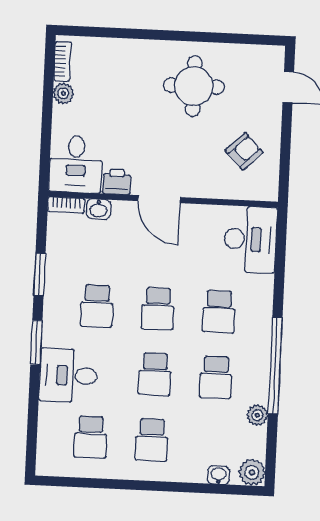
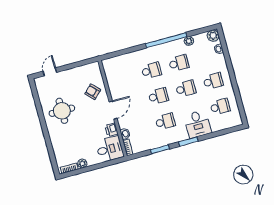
armchair: (244, 151) -> (93, 92), moved
desk: (250, 239) -> (117, 67), removed

